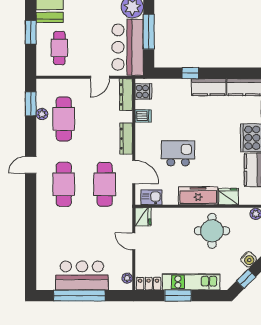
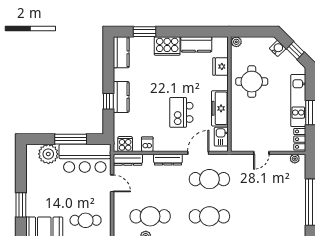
kitchen counter: (209, 87) -> (121, 97), moved
freezer: (198, 196) -> (220, 108), moved
fridge: (143, 217) -> (239, 144), removed
bar counter: (82, 275) -> (292, 200), removed

